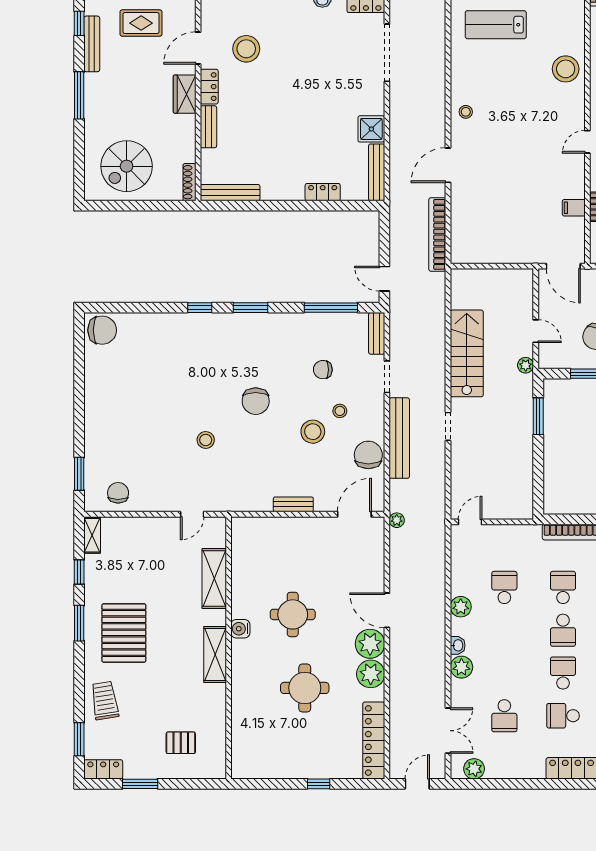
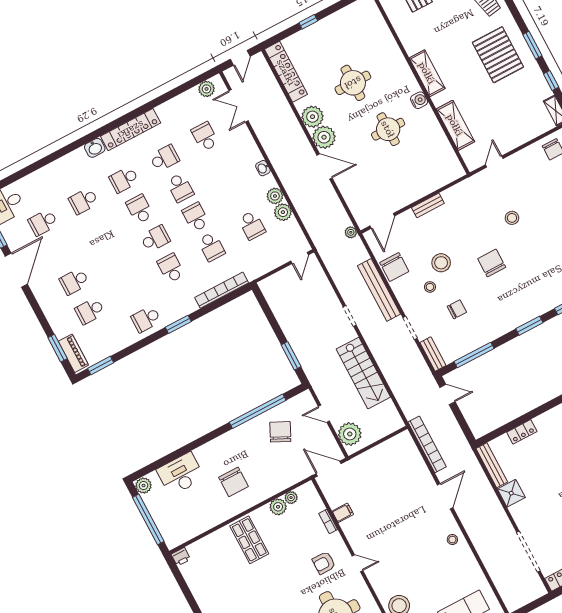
door: (587, 142) -> (358, 563), hinge flipped
plant: (526, 365) -> (350, 434), moved, width x1.88, depth x1.88
plant: (461, 667) -> (283, 212), moved

